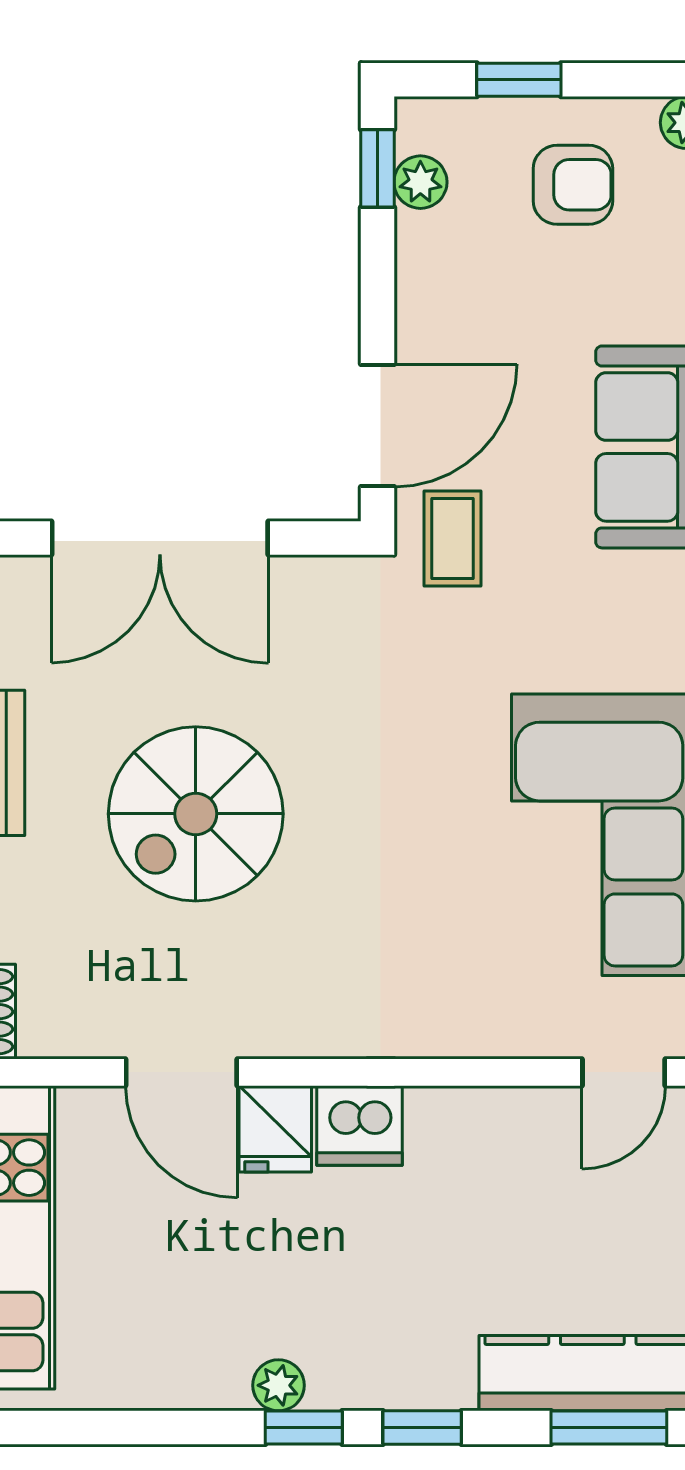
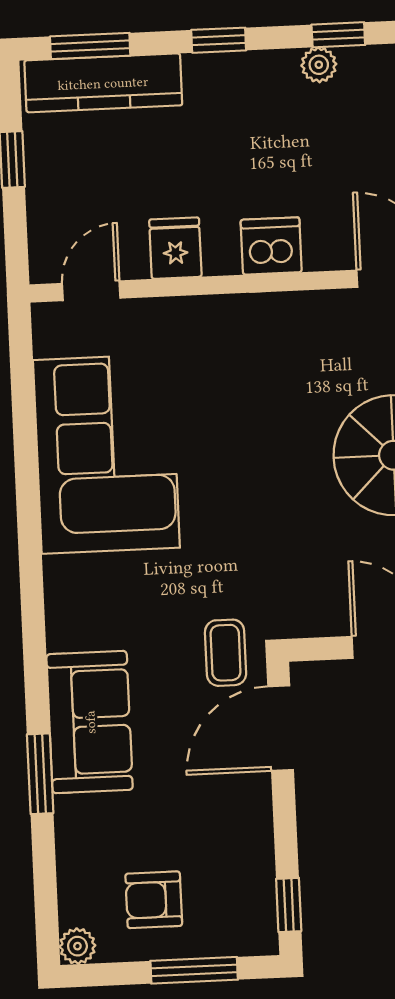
window: (519, 80) -> (194, 970), width x1.50
plant: (420, 182) -> (259, 897), removed
fridge: (275, 1129) -> (175, 248), moved
window: (304, 1428) -> (338, 35), moved

